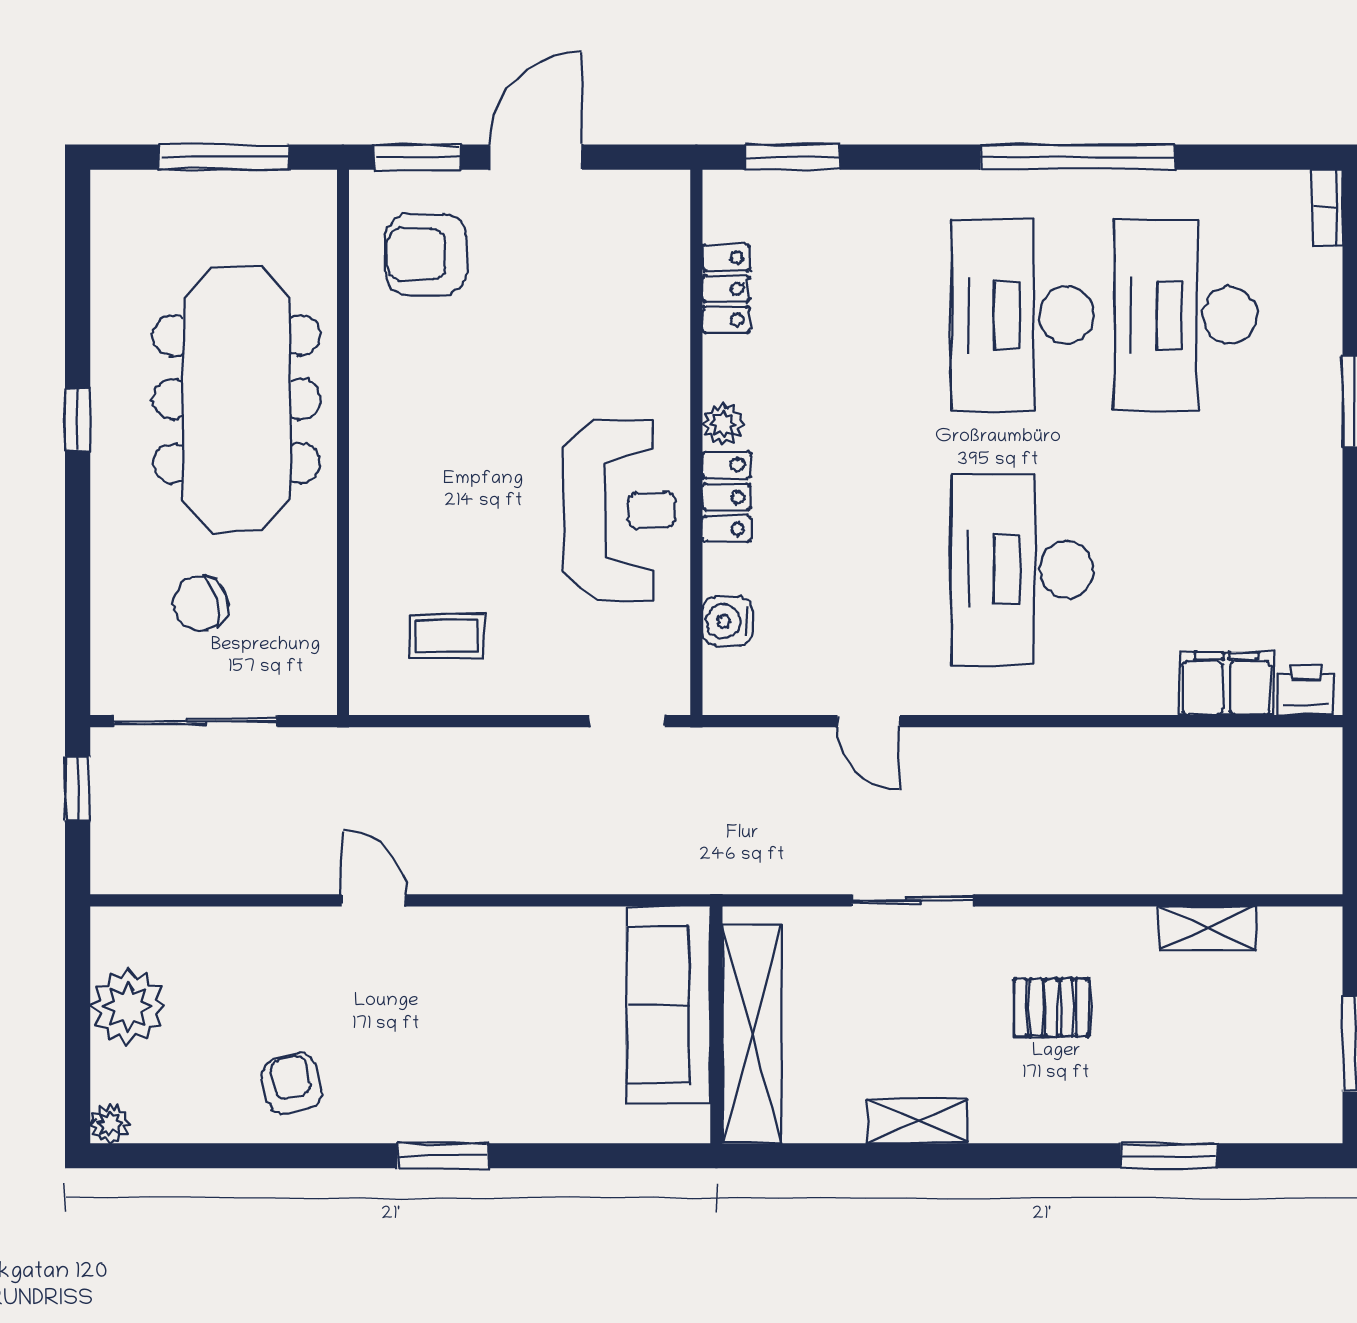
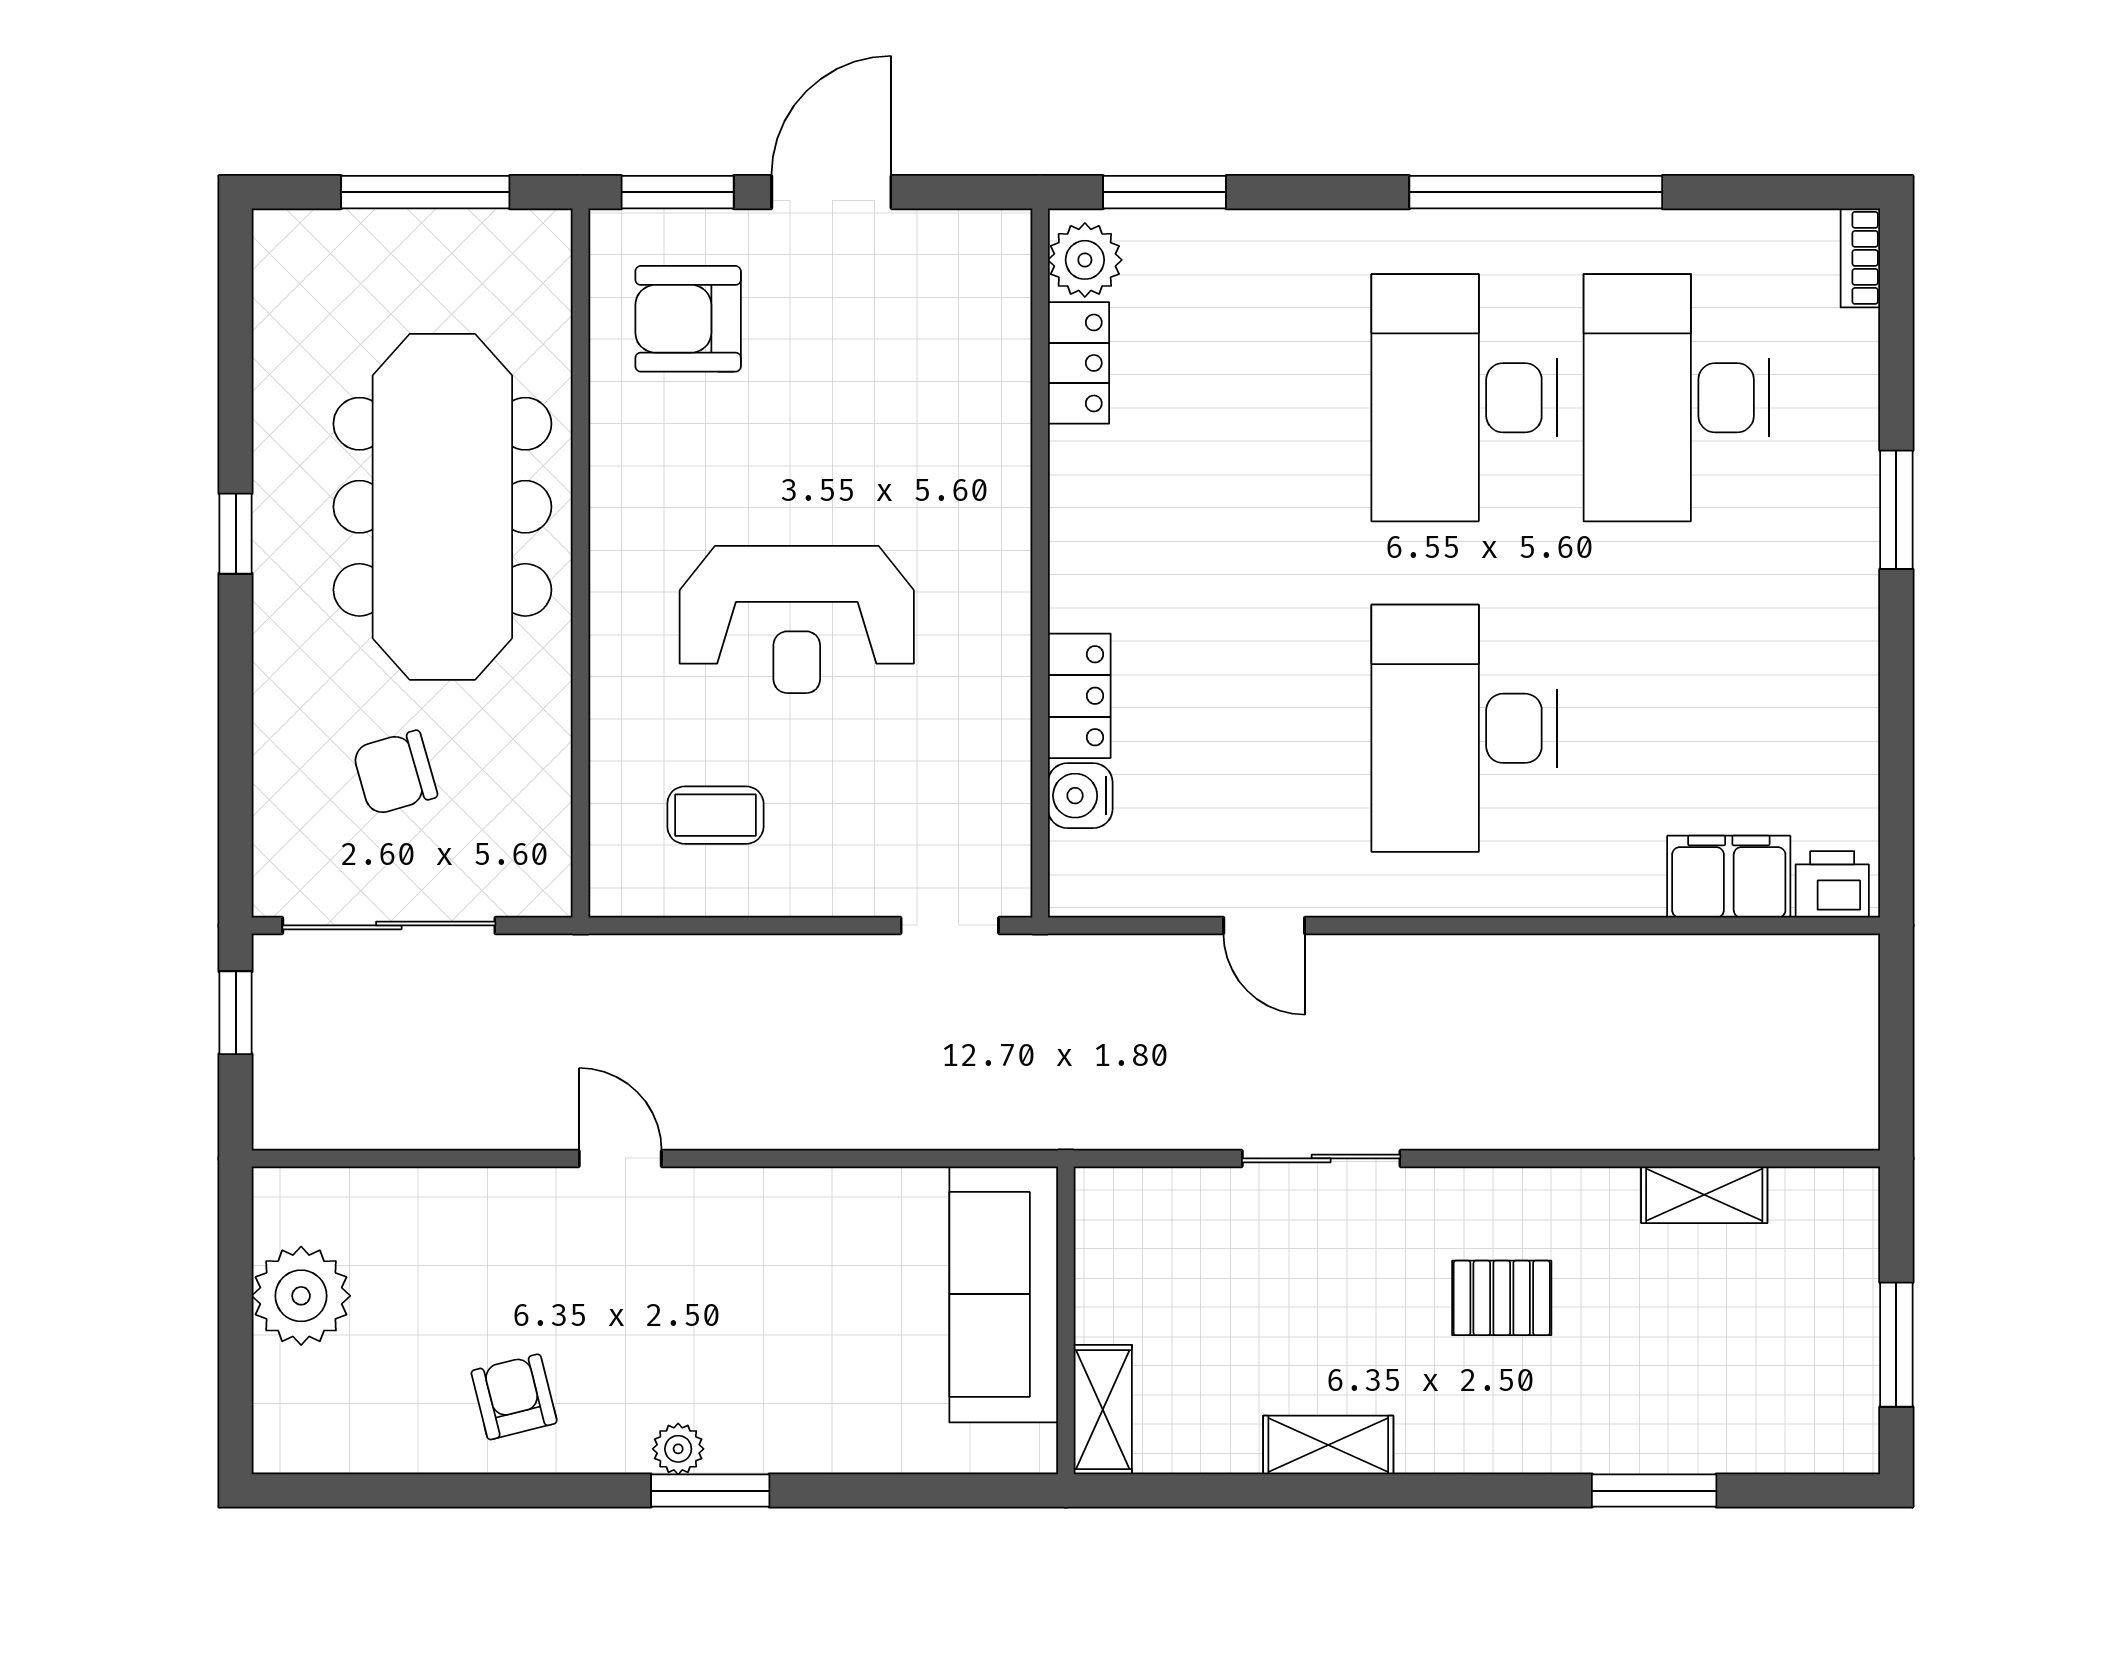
plant: (723, 424) -> (1085, 260), moved, width x1.38, depth x1.38
locker: (727, 497) -> (1079, 696), moved
reception desk: (619, 510) -> (797, 620), moved, turned 90
shelving: (752, 1034) -> (1103, 1410), width x0.45, depth x0.75
plant: (110, 1124) -> (678, 1449), moved

